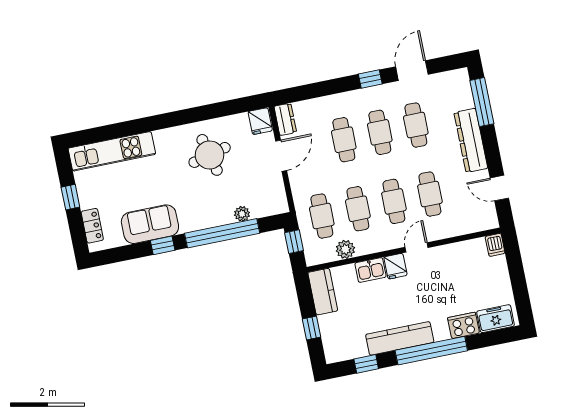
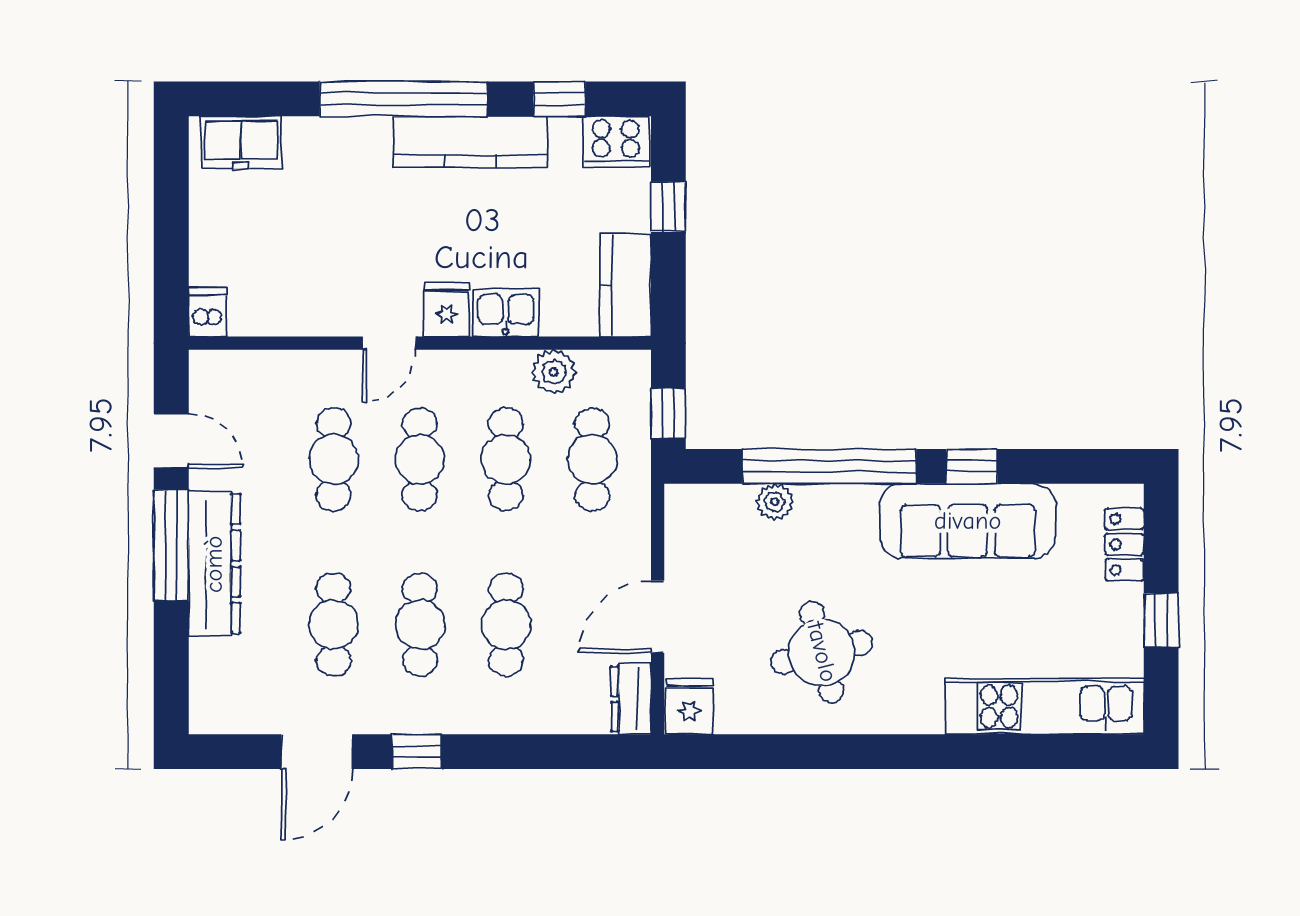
window: (482, 102) -> (171, 545), moved
sofa: (150, 224) -> (968, 521), width x1.36
cooker: (463, 325) -> (616, 142), moved

